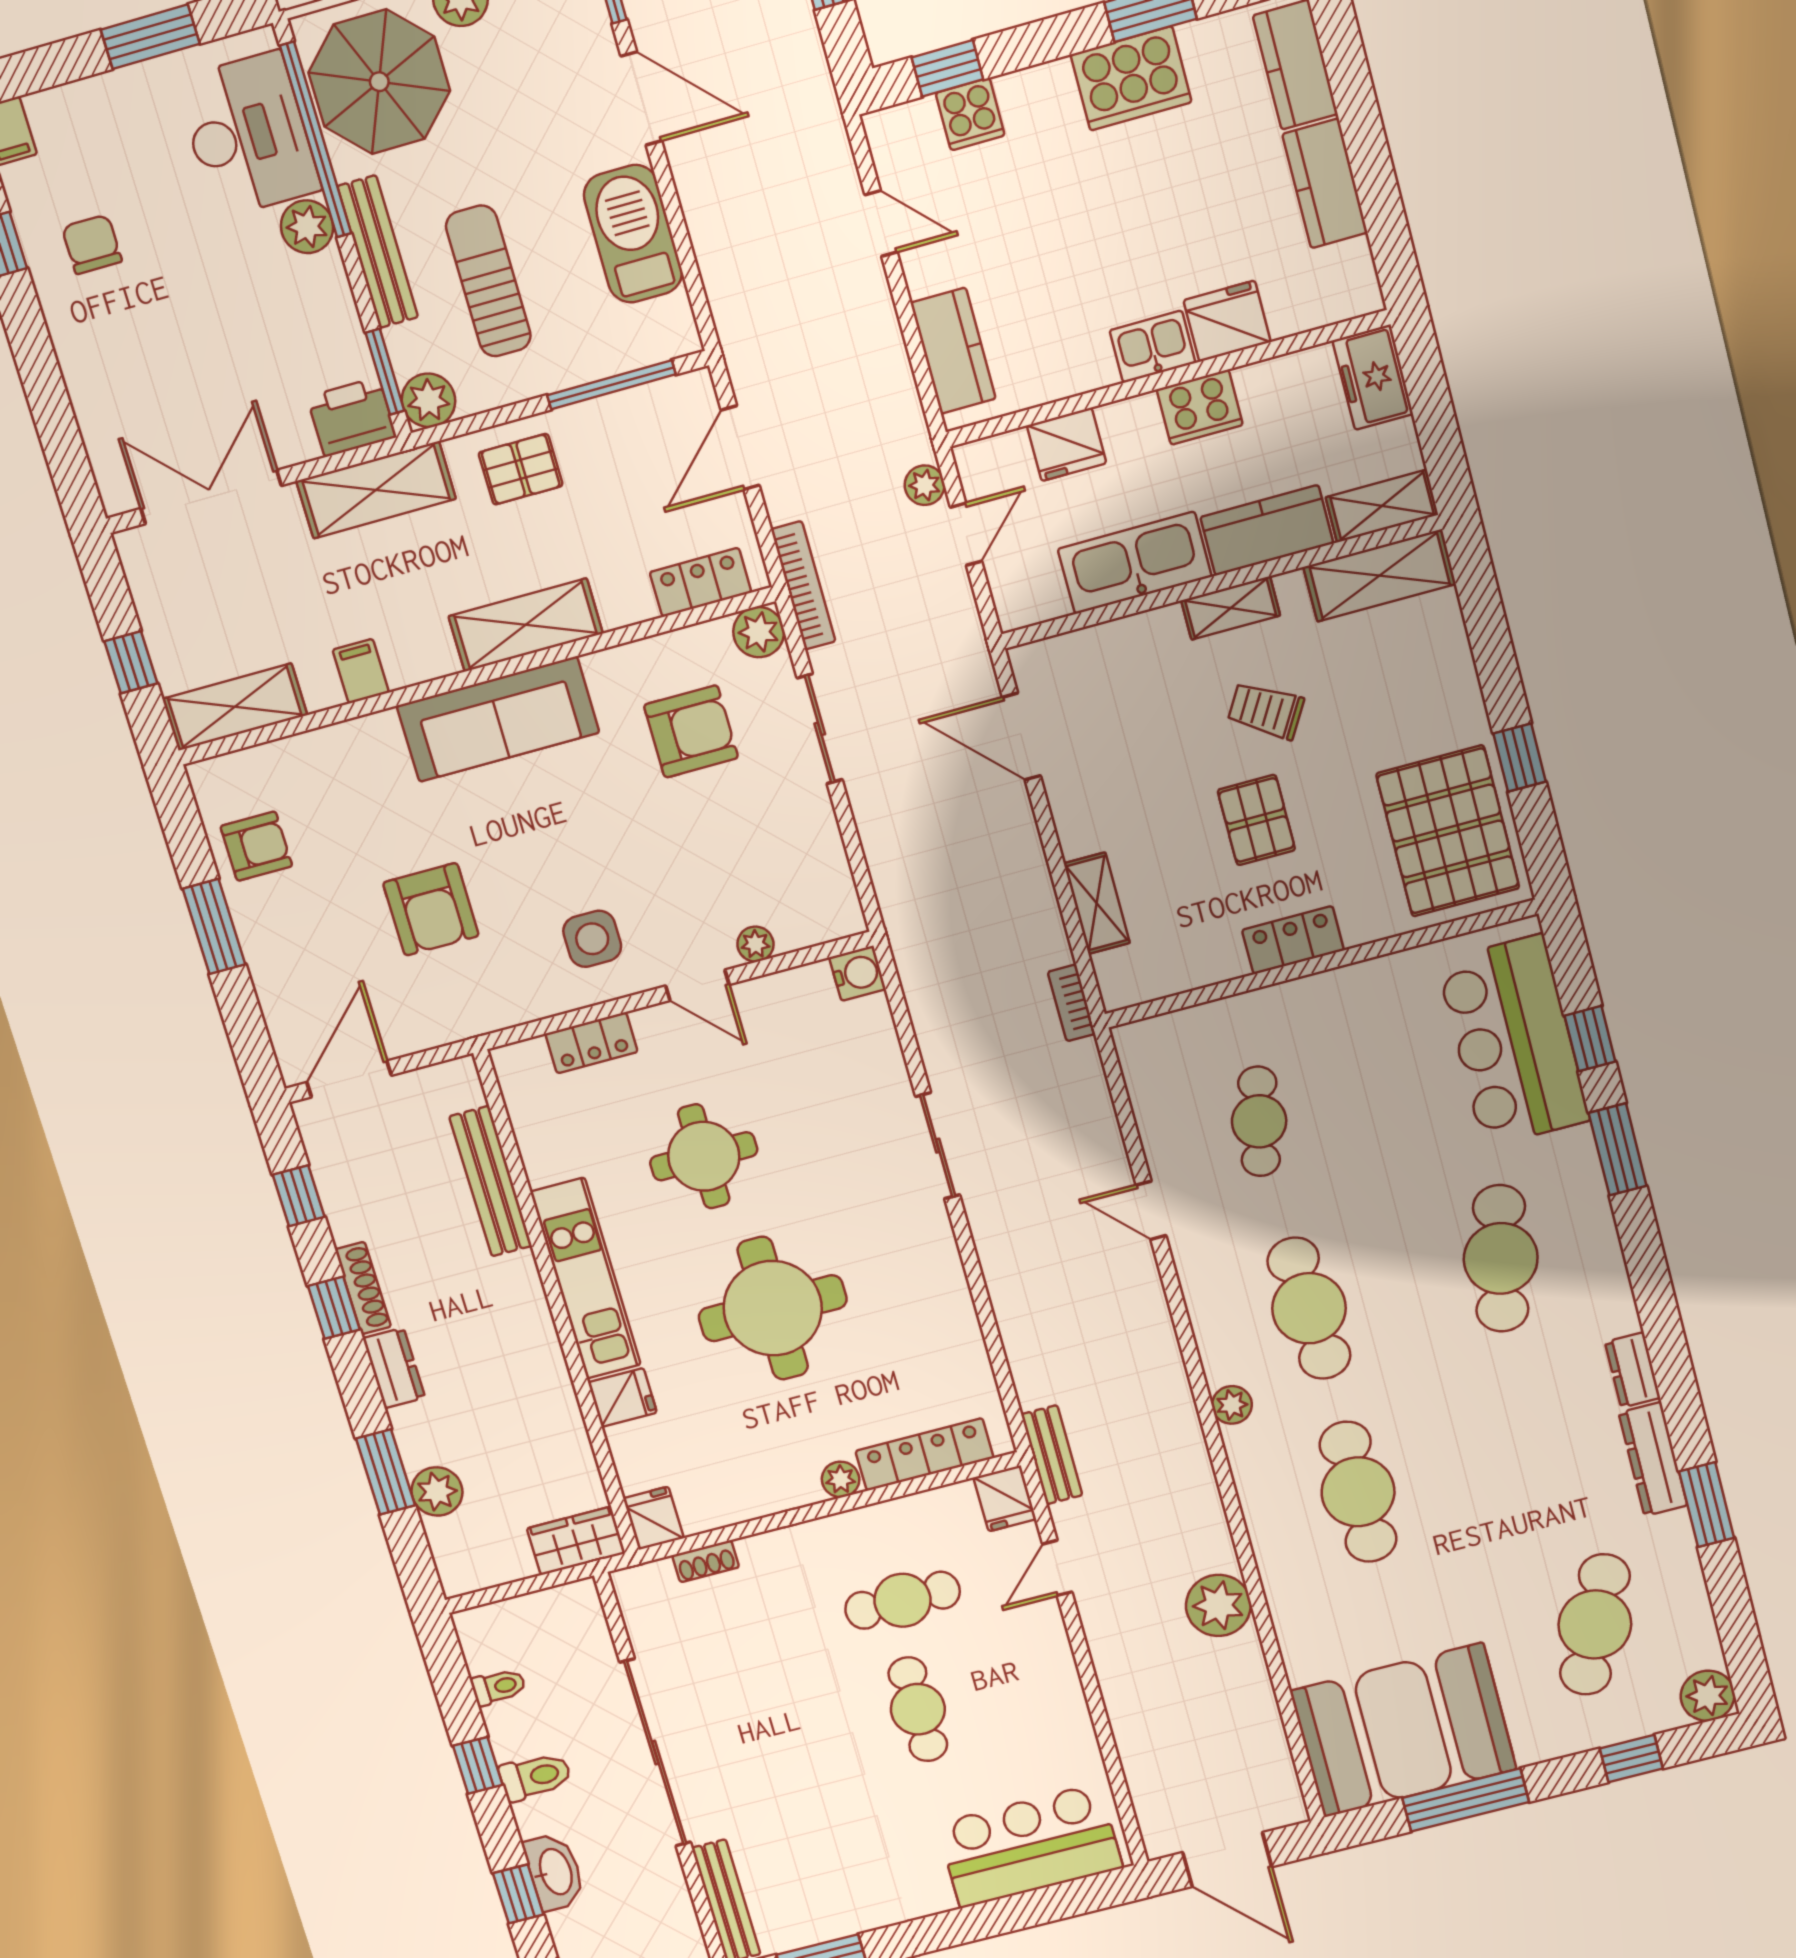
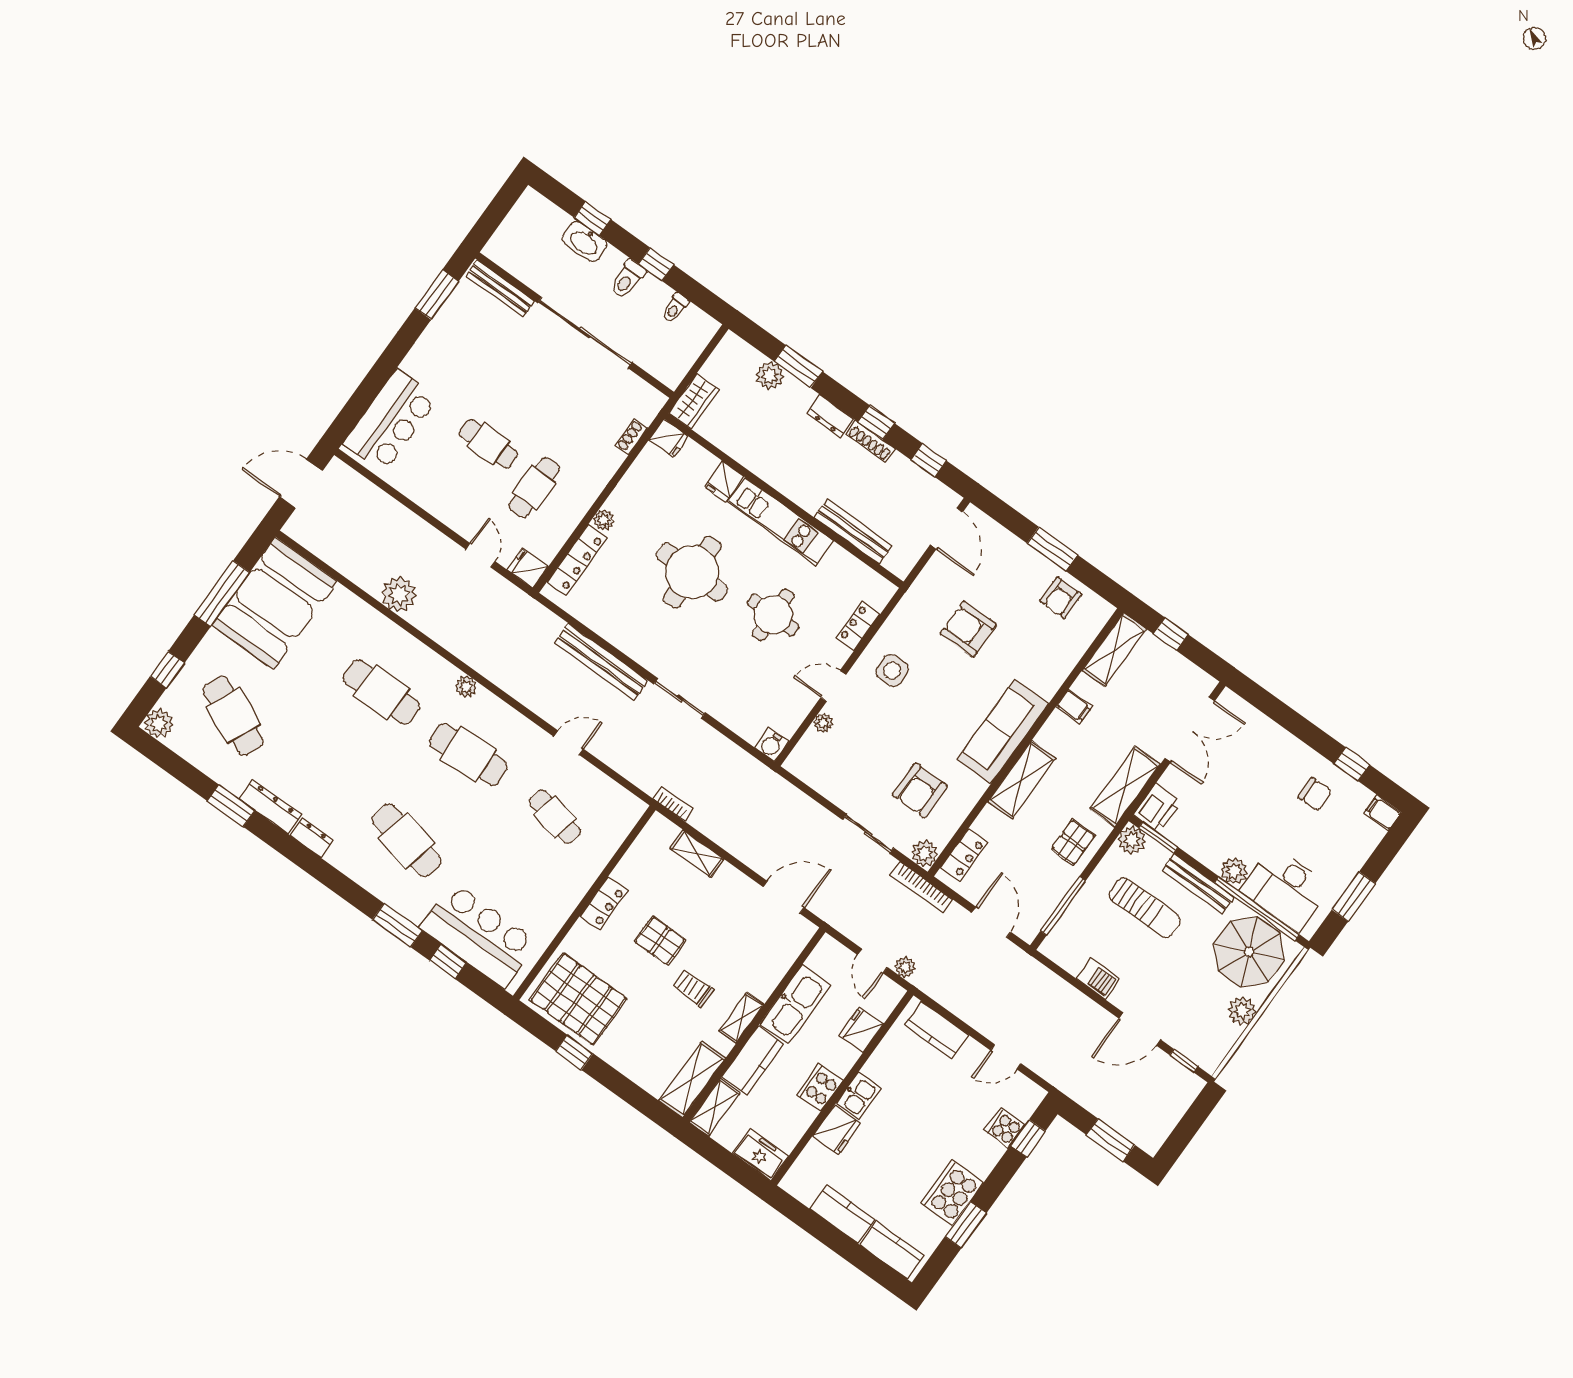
barbecue: (633, 234) -> (1098, 979), width x0.53, depth x0.65
trolley: (1266, 711) -> (693, 988), turned -121
bench: (1052, 1455) -> (601, 662), moved, width x1.86, depth x1.21

